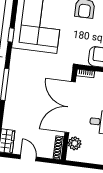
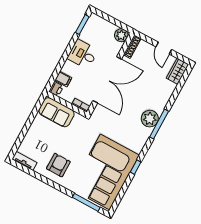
plant: (15, 86) -> (150, 119), added
plant: (75, 143) -> (121, 35), moved

